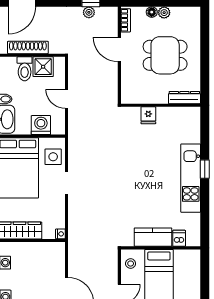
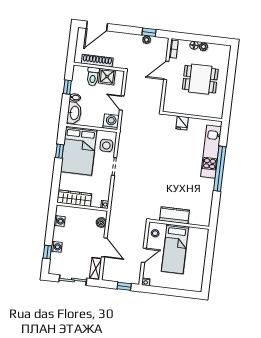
door: (119, 50) -> (166, 71), hinge flipped
dresser: (184, 98) -> (211, 113), removed
washing machine: (41, 125) -> (111, 122), moved
window: (205, 169) -> (220, 169), width x3.17
kitchen unit: (191, 178) -> (211, 152), moved
dishwasher: (179, 238) -> (194, 219), removed
boiler: (59, 258) -> (101, 222), added

